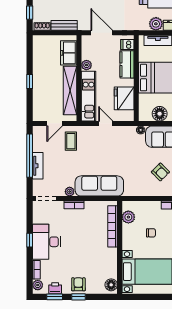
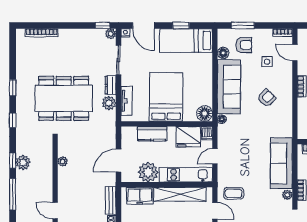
dishwasher: (127, 45) -> (207, 133), moved
plant: (86, 65) -> (148, 172), width x1.88, depth x1.88
floor lamp: (160, 114) -> (205, 113), moved

